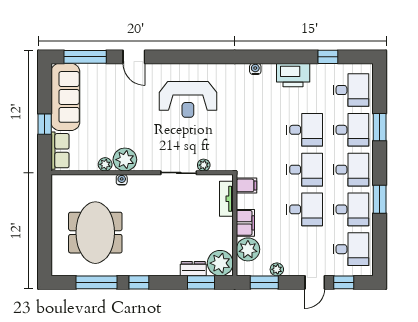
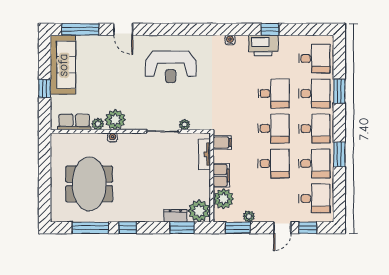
window: (328, 57) -> (270, 29), moved
row of seats: (60, 151) -> (74, 122), moved, turned -90

